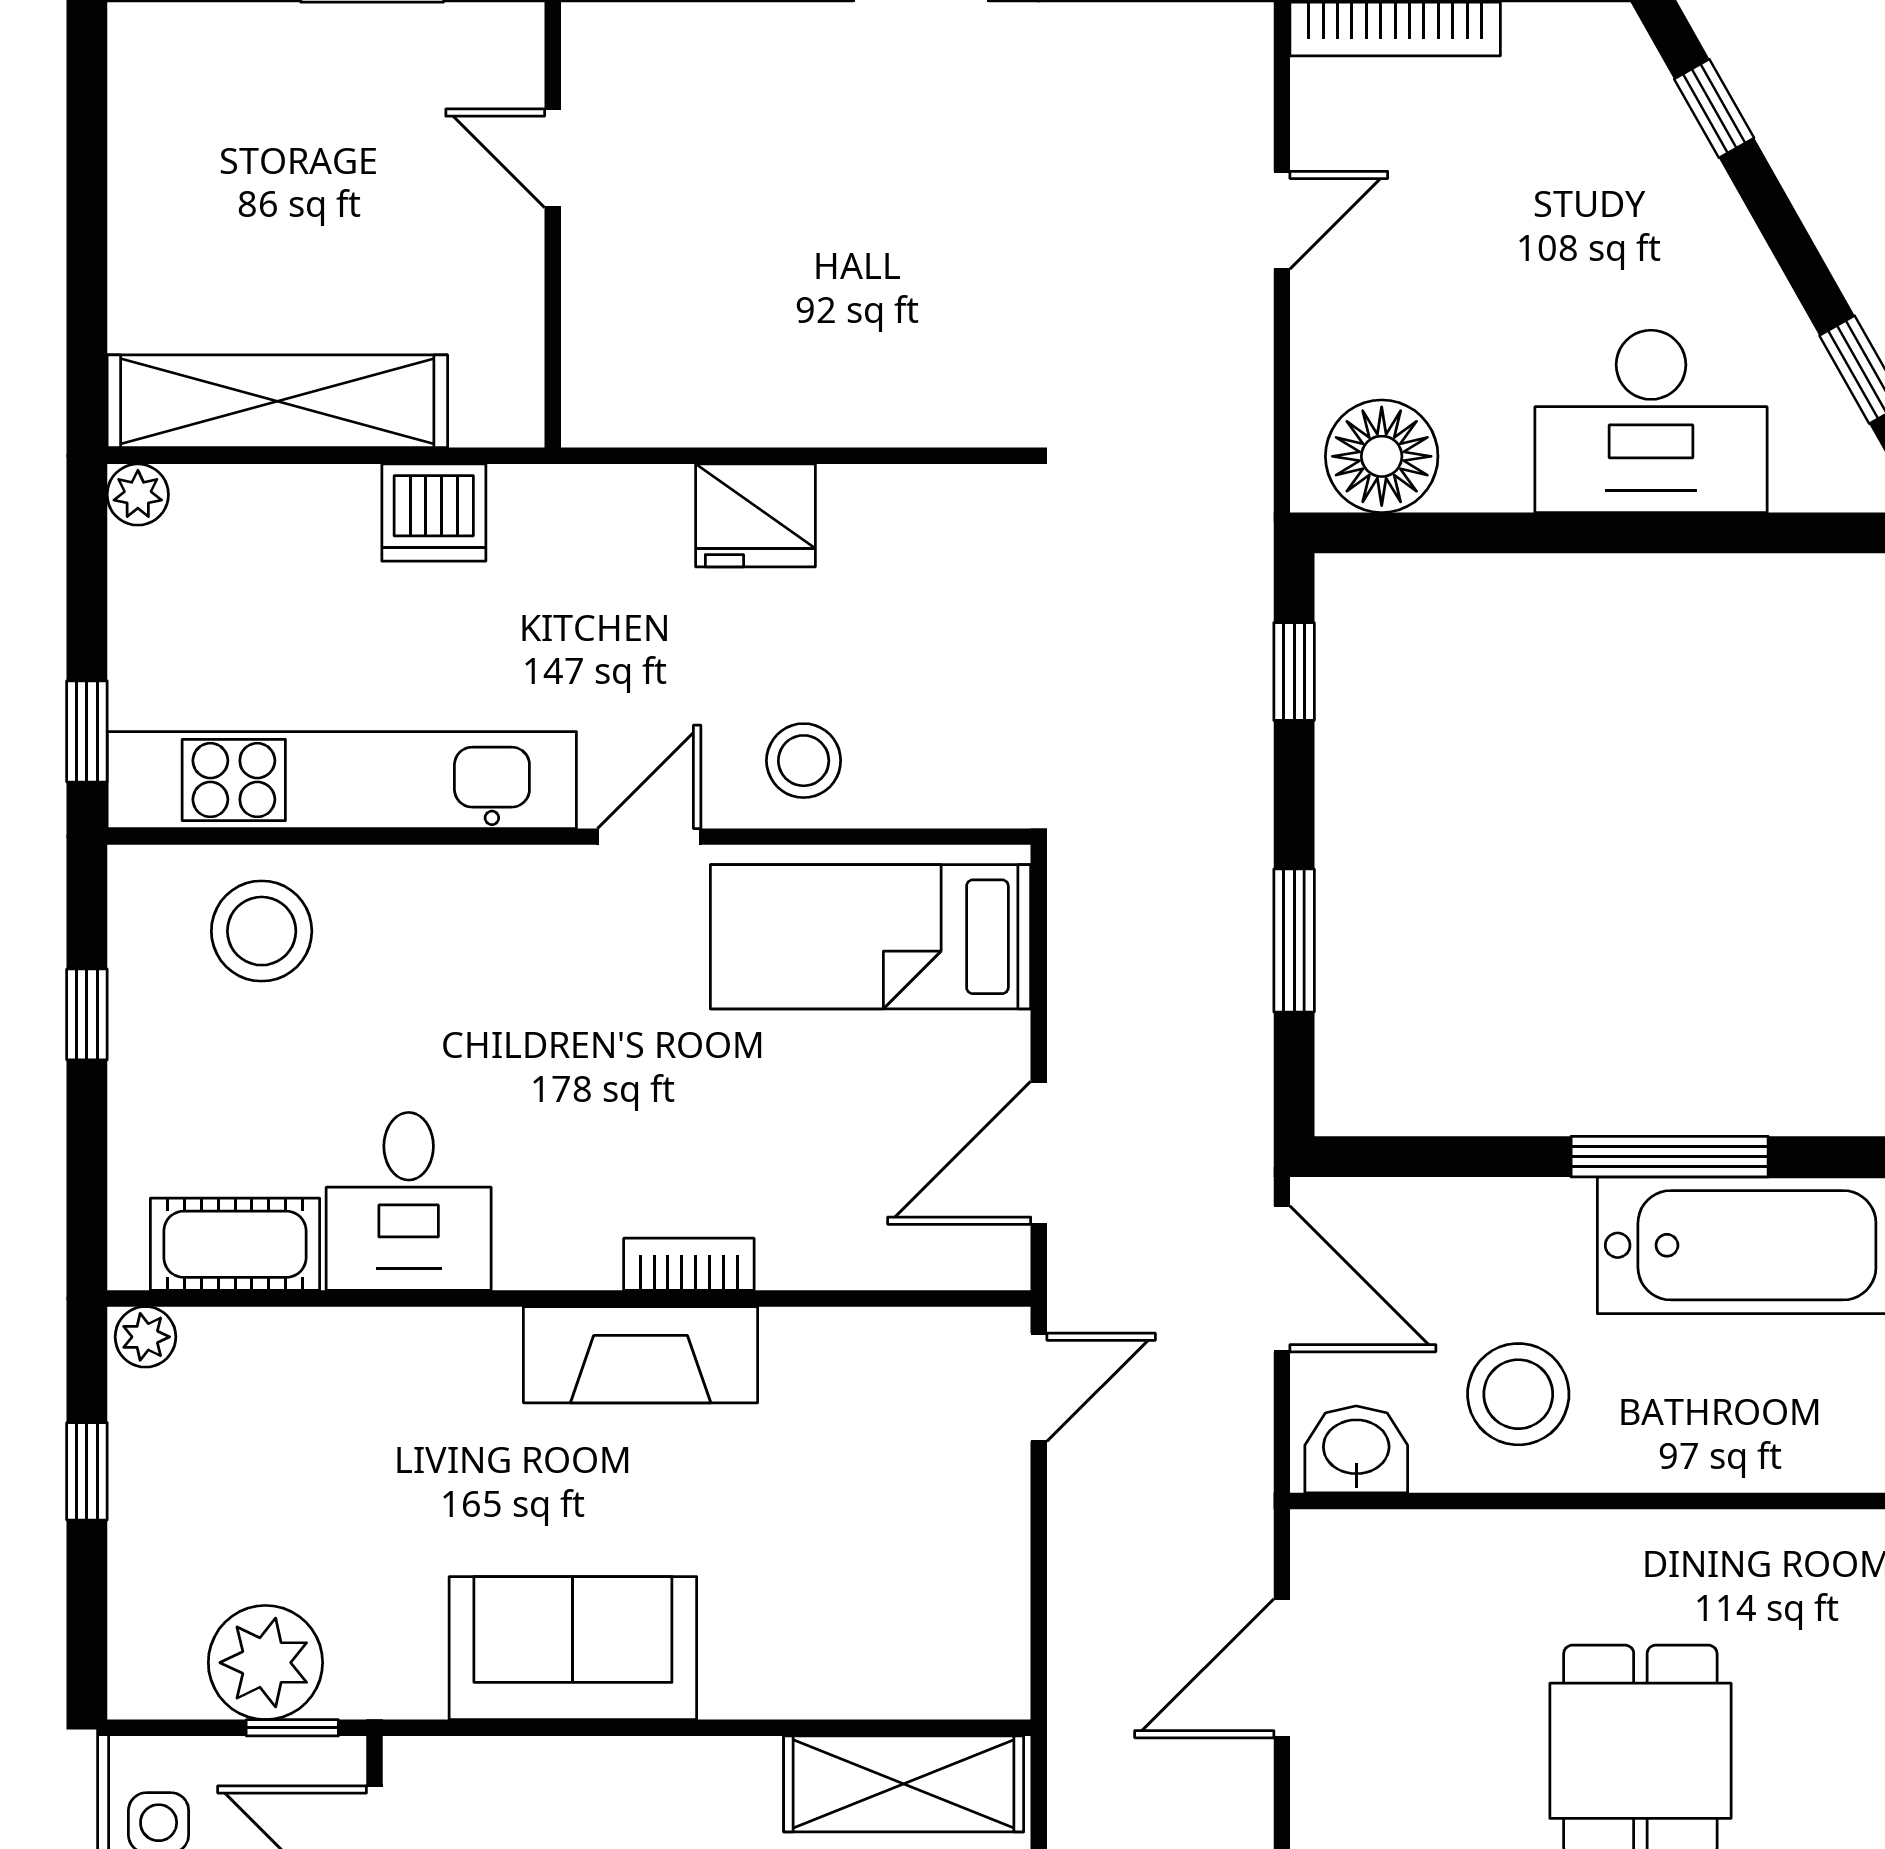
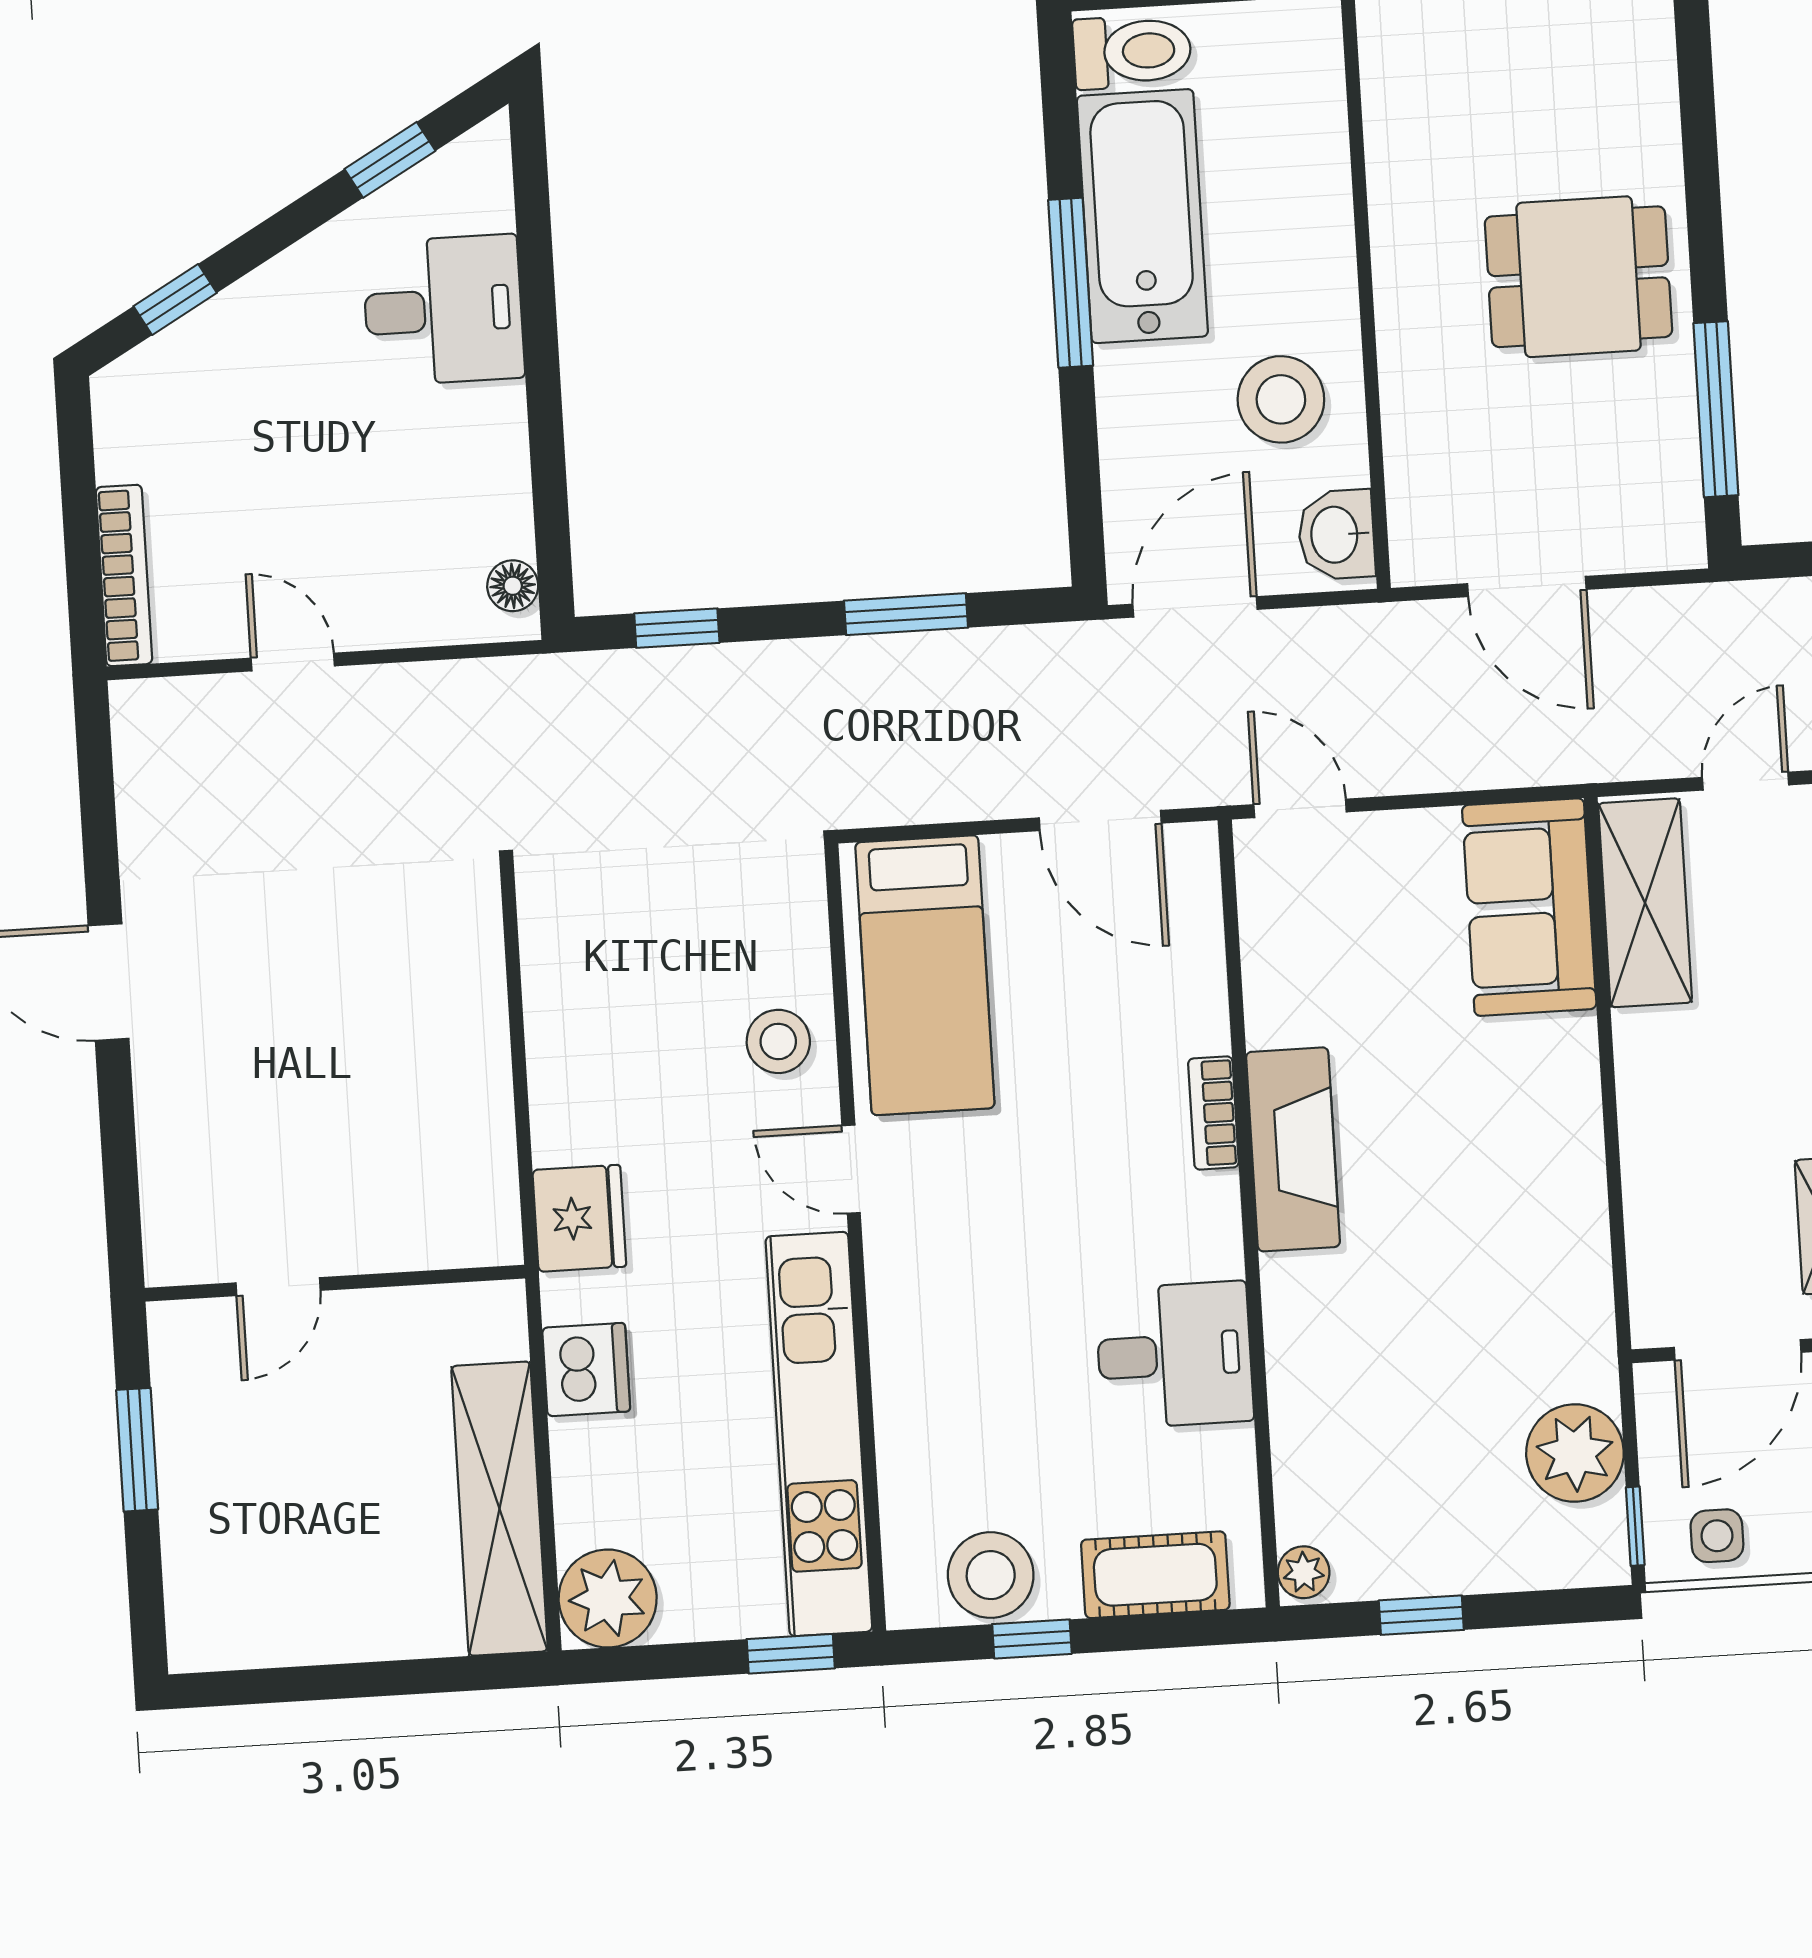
desk: (1651, 421) -> (443, 310), width x0.73
floor lamp: (1382, 456) -> (513, 586), width x0.53, depth x0.53
plant: (138, 495) -> (608, 1598), width x1.88, depth x1.88
fridge: (756, 515) -> (579, 1218), moved
stool: (262, 931) -> (991, 1575), moved
cot: (235, 1244) -> (1155, 1575), moved, turned 90
sofa: (573, 1648) -> (1529, 907), moved
window: (292, 1728) -> (1635, 1526), moved

